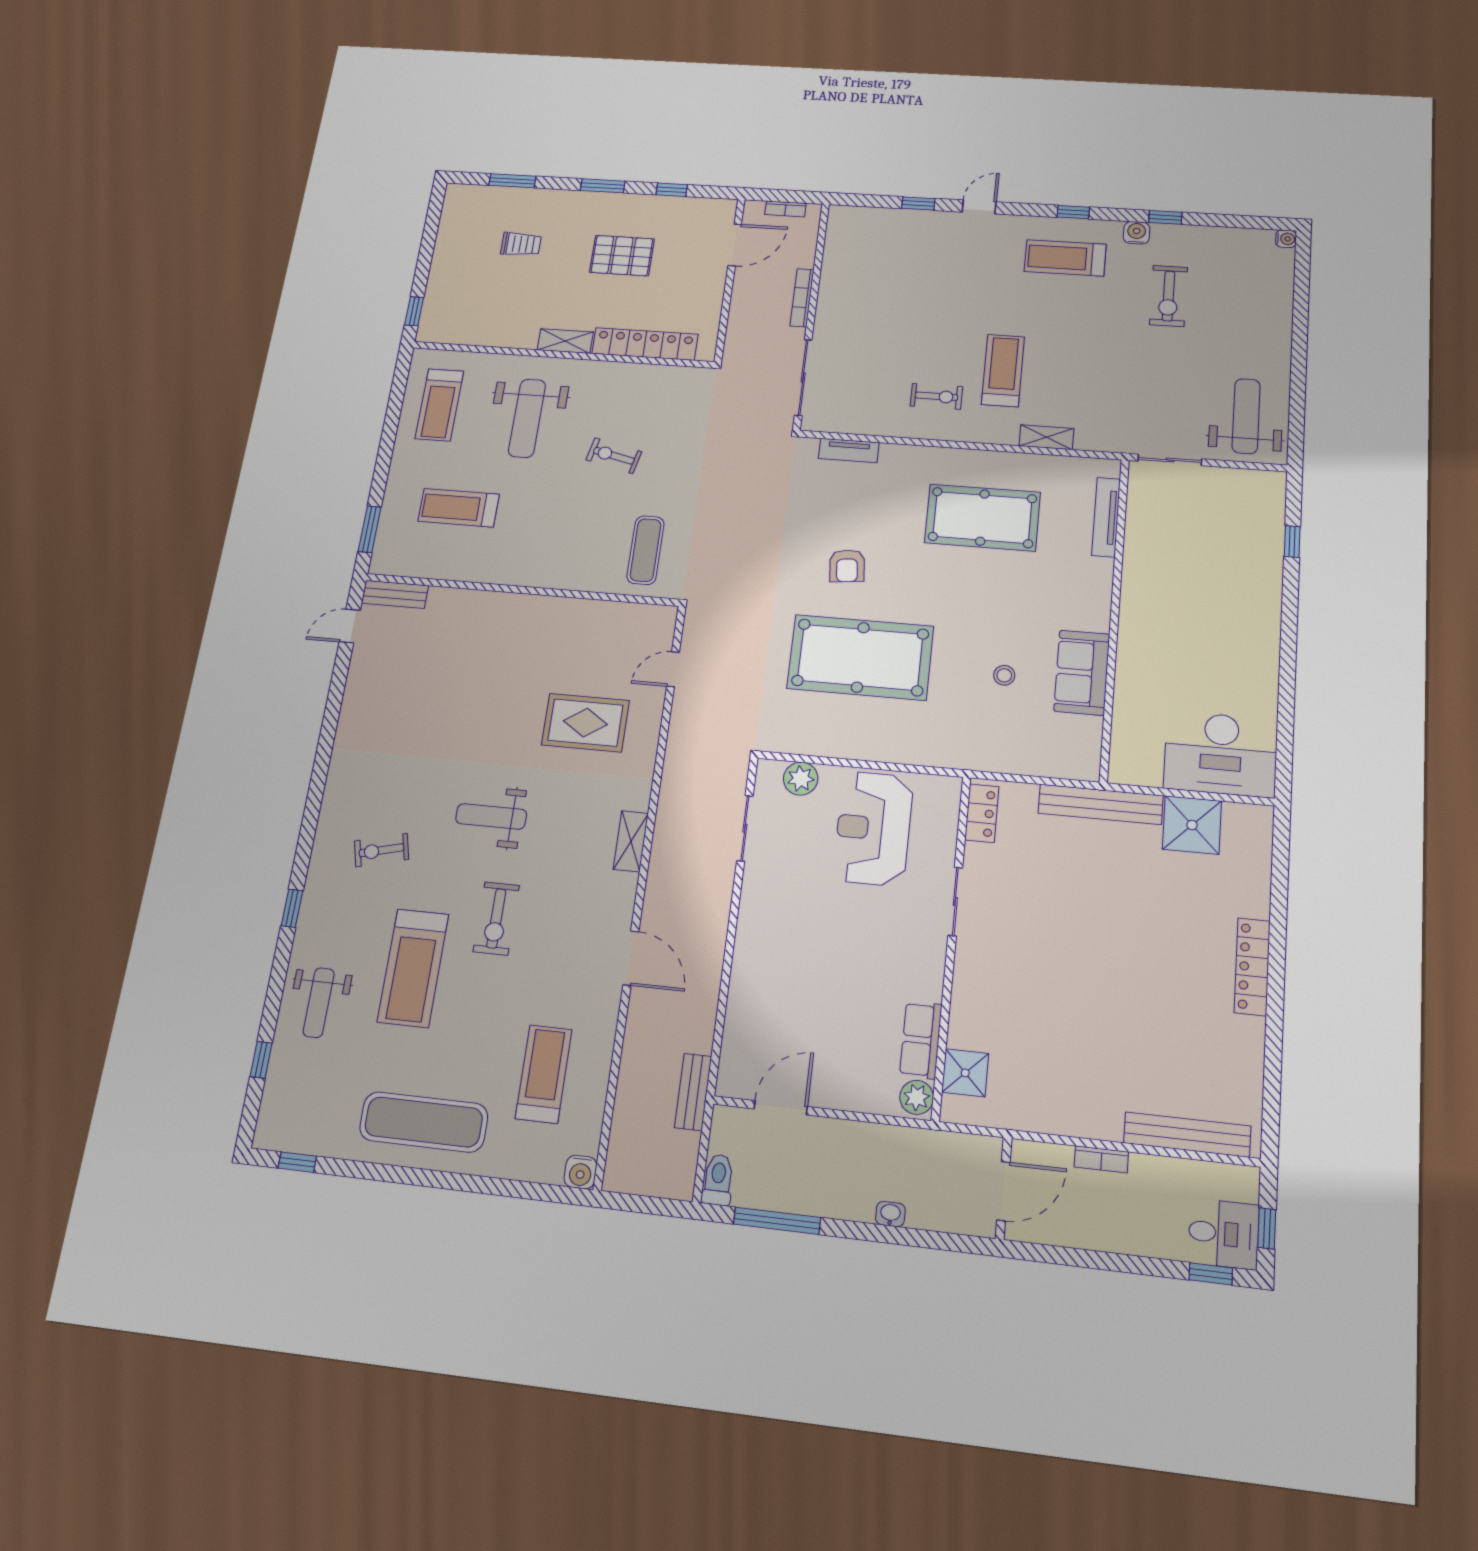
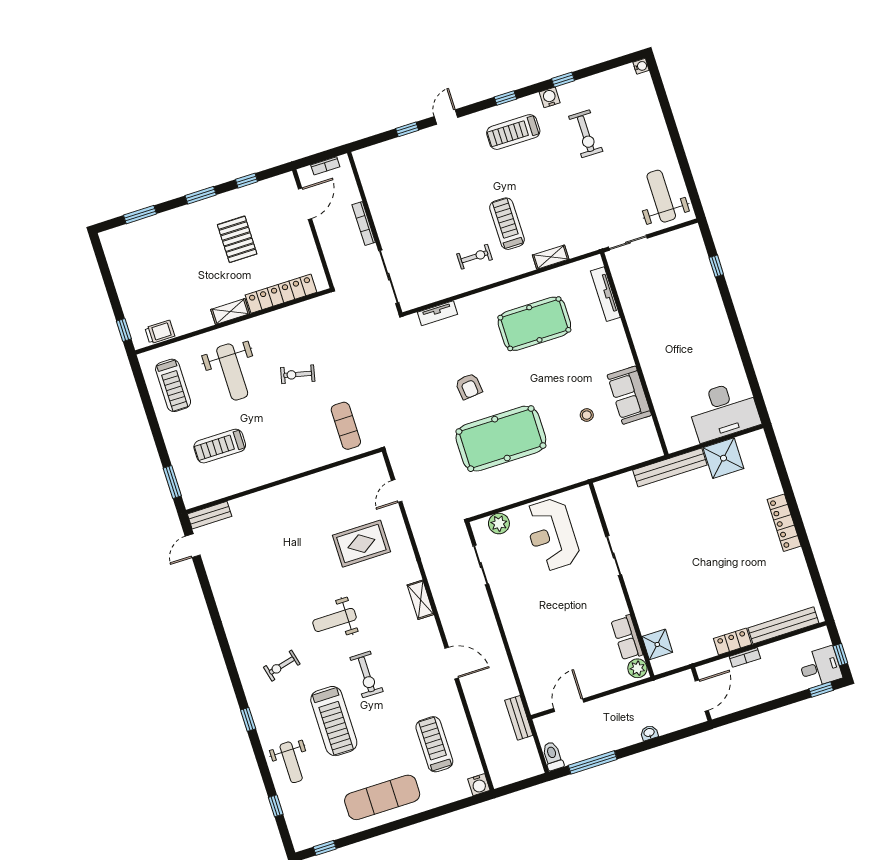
trolley: (521, 244) -> (160, 332), moved
pallet: (622, 256) -> (237, 239), turned 90
locker: (982, 813) -> (733, 642), moved, turned -90

